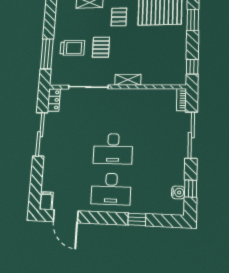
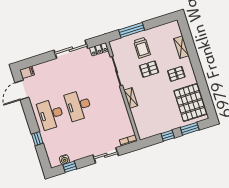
window: (192, 67) -> (168, 136), moved
sliding door: (191, 135) -> (106, 155), width x0.73

